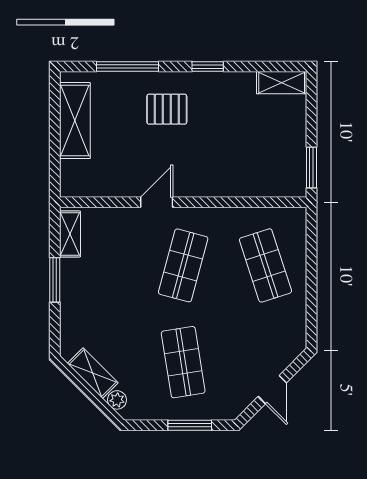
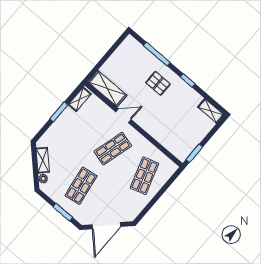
shelving: (75, 121) -> (107, 89), moved, turned 90
door: (272, 390) -> (106, 226), width x1.87

